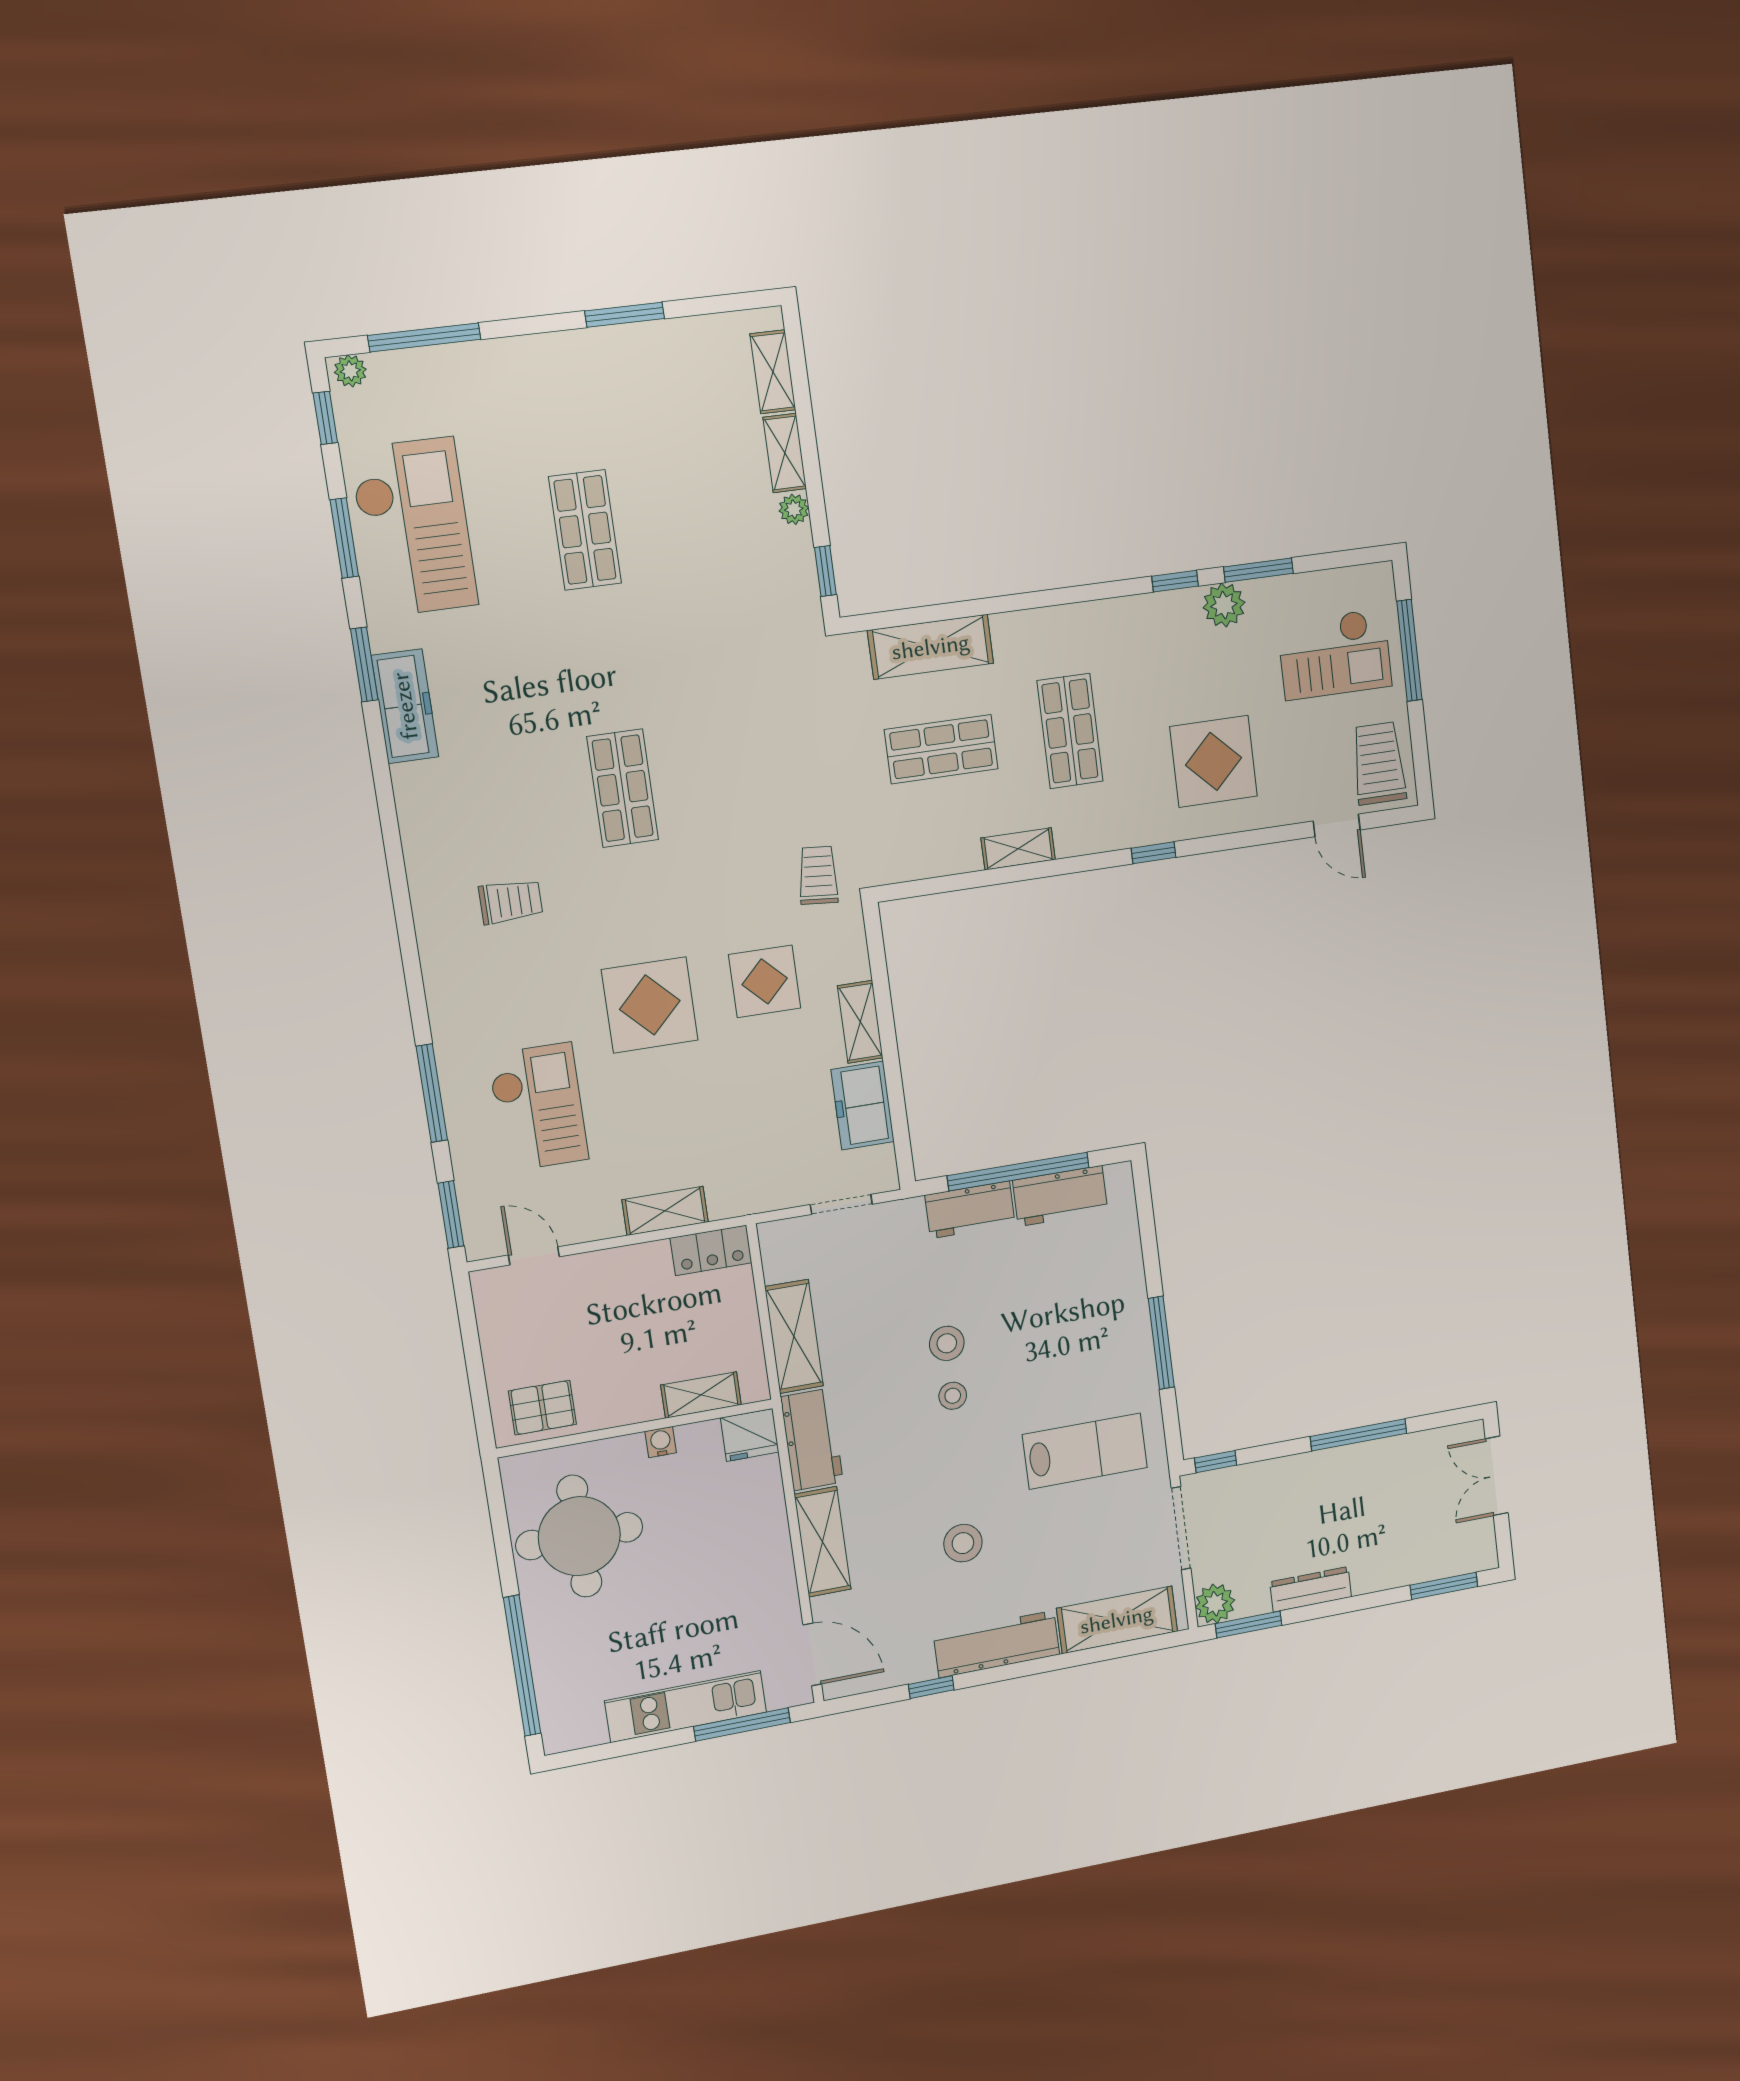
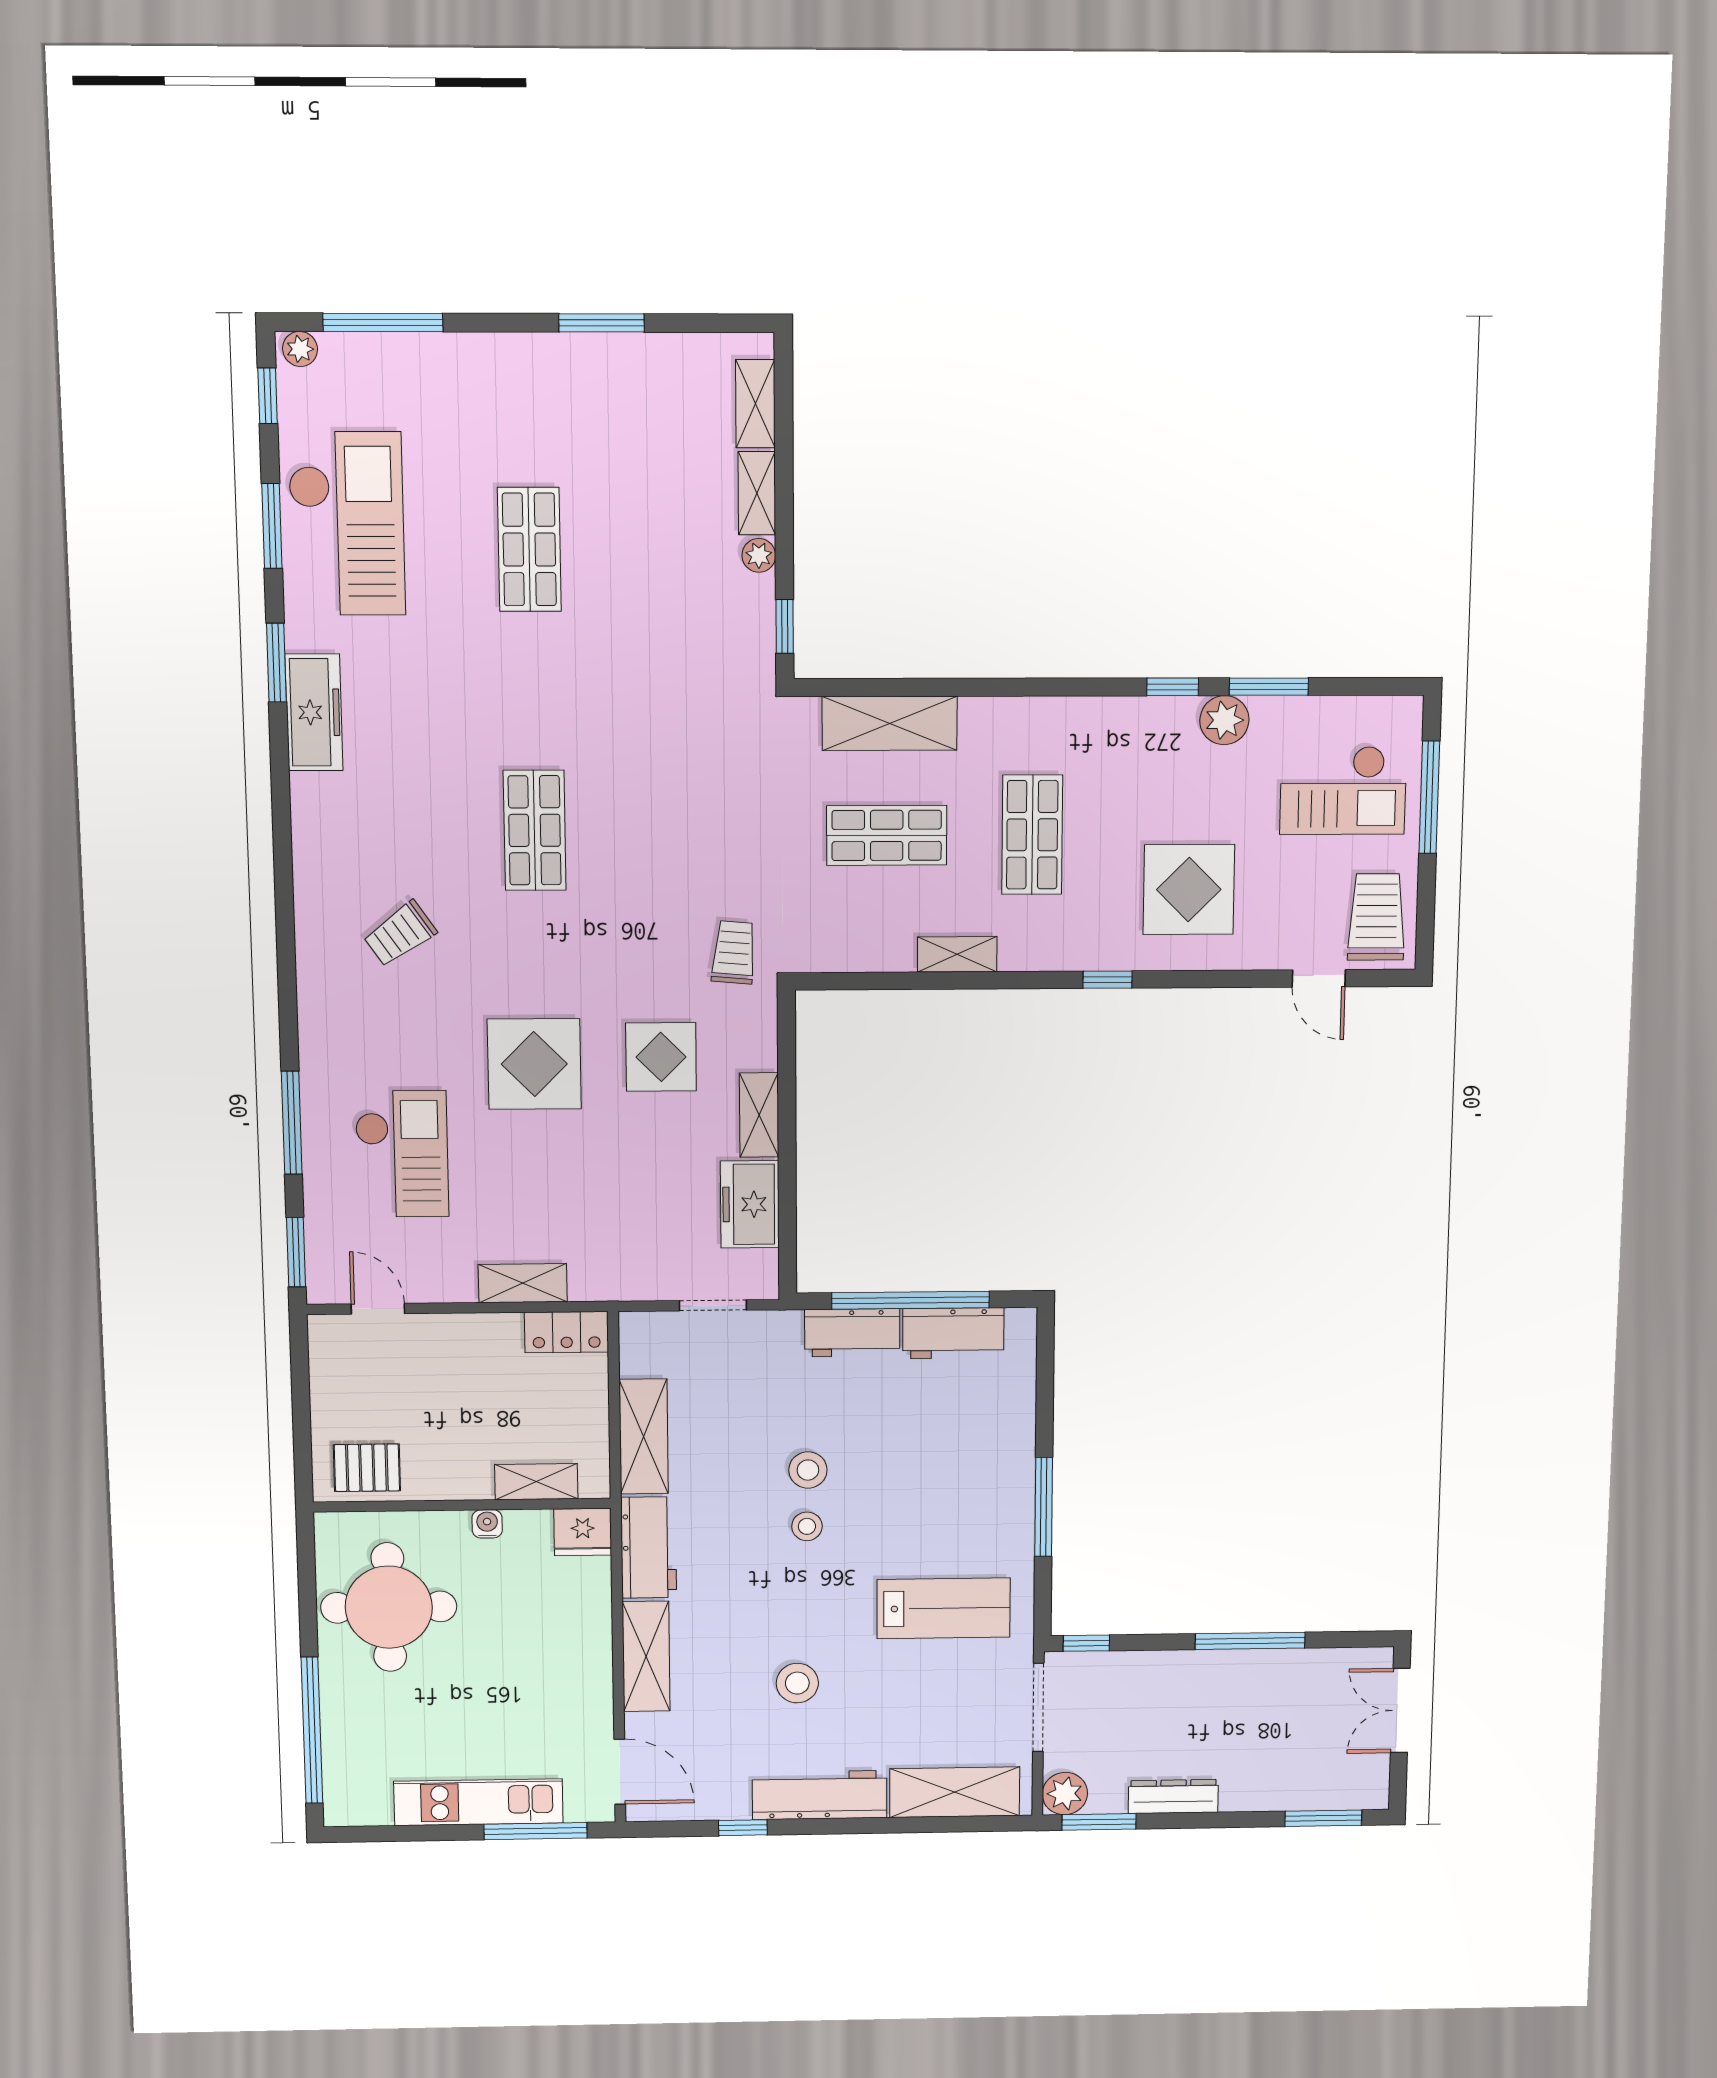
trolley: (511, 902) -> (400, 934), turned 145

